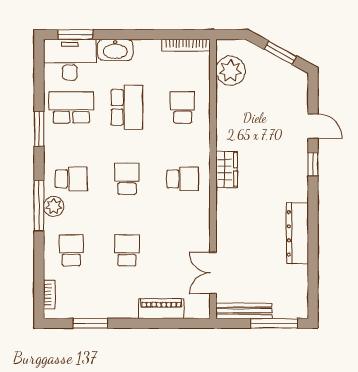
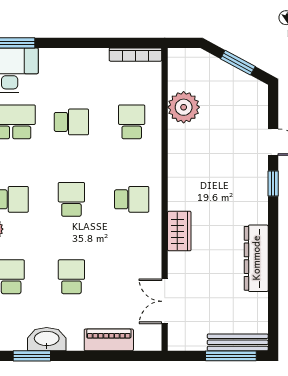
washbasin: (115, 50) -> (47, 339), moved, turned 180
plant: (230, 71) -> (184, 107), moved
school desk: (127, 107) -> (71, 122), width x0.54
wardrobe: (226, 169) -> (179, 231), moved
bench: (244, 311) -> (238, 342), moved

